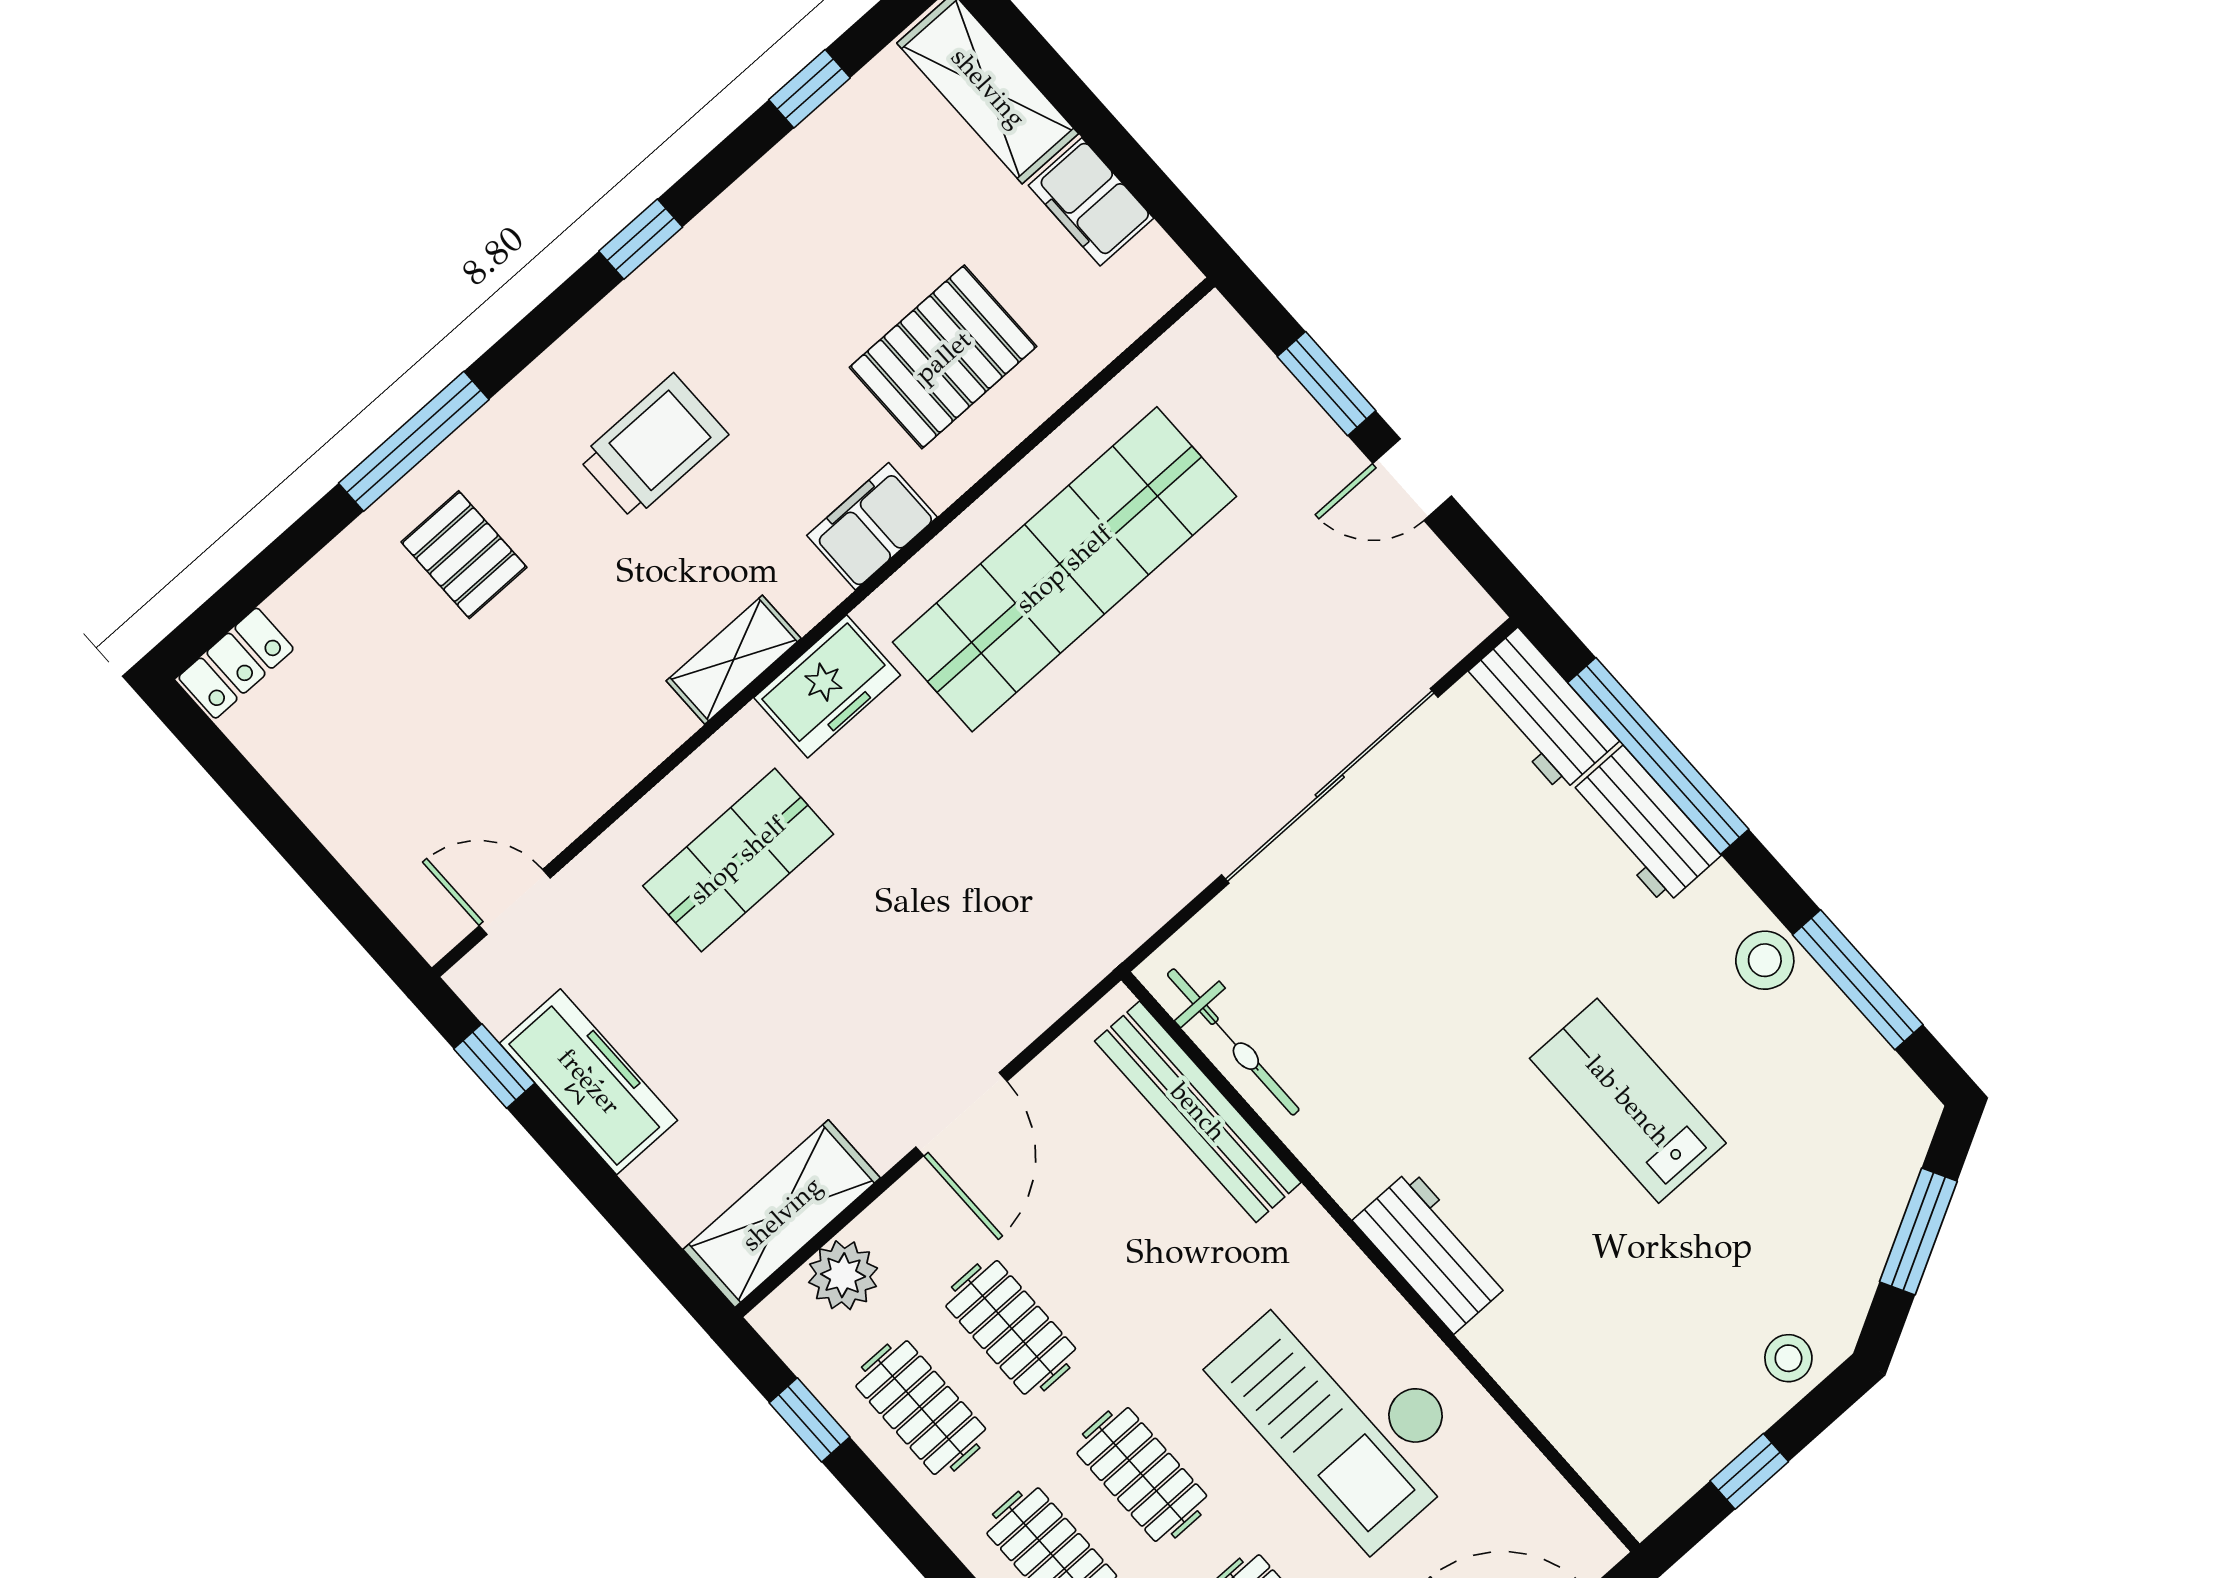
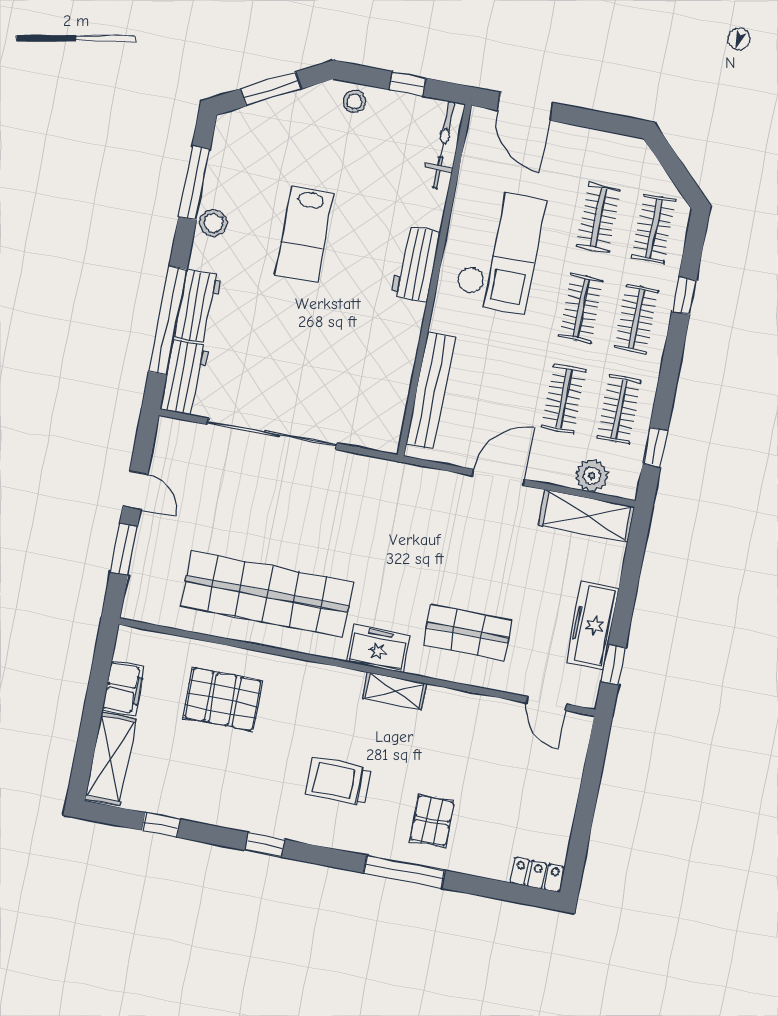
filing cabinet: (872, 526) -> (306, 677), removed
bicycle: (1233, 1042) -> (443, 145), moved

